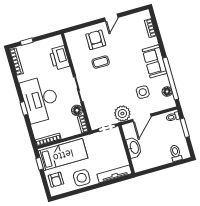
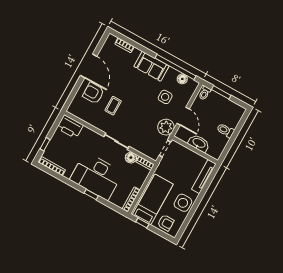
door: (111, 18) -> (89, 66), width x1.87
printer: (59, 58) -> (70, 127), moved
toilet: (176, 153) -> (225, 130), moved

